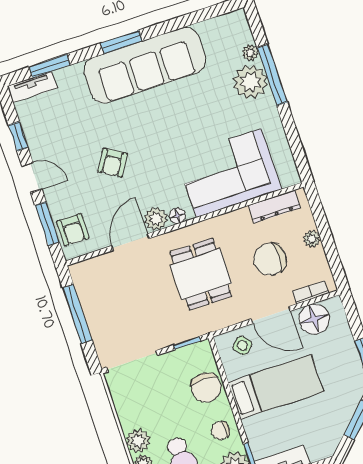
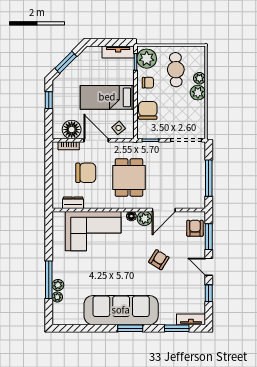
plant: (250, 82) -> (58, 285), width x0.53, depth x0.53
dresser: (274, 207) -> (73, 203), width x0.70
plant: (312, 239) -> (57, 177), removed

